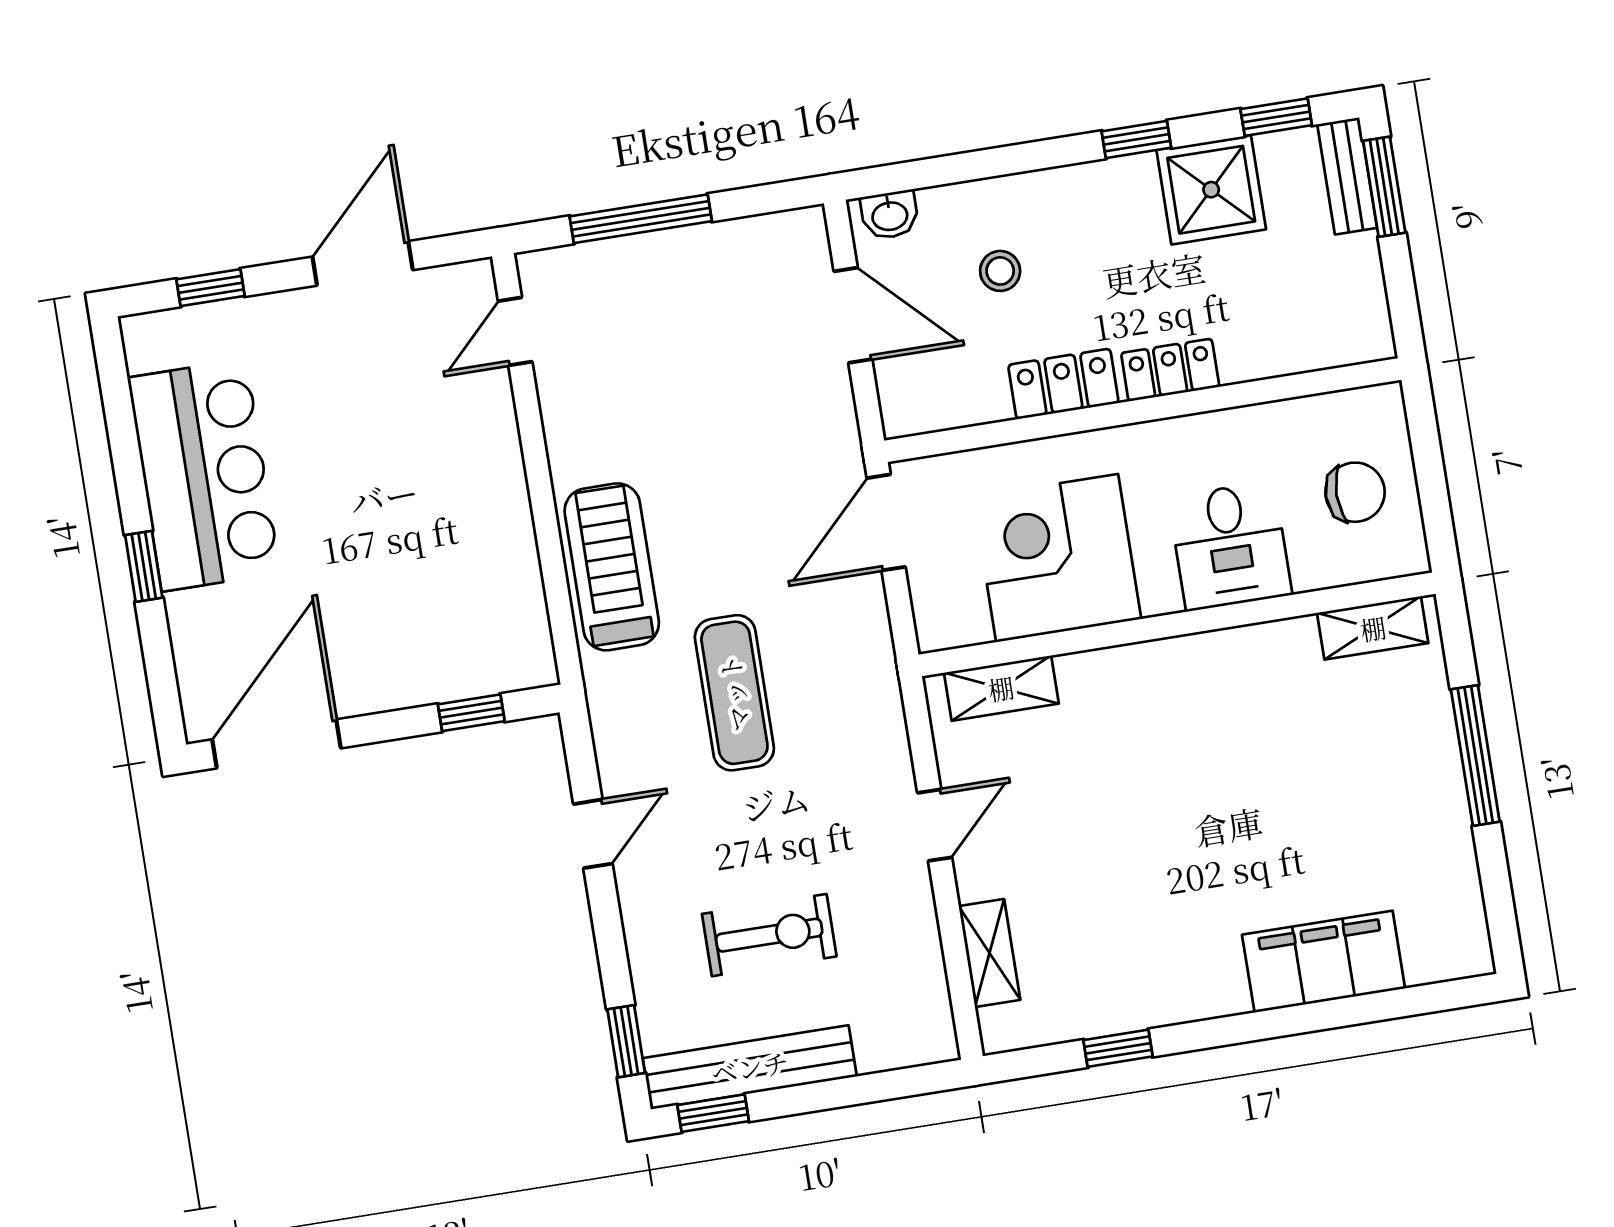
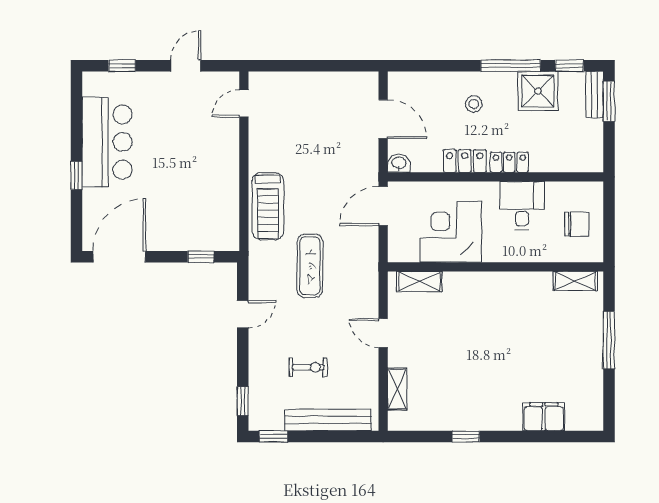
window: (1136, 139) -> (511, 66), width x2.17
washbasin: (890, 215) -> (399, 163), moved, turned 180
window: (641, 219) -> (303, 66), removed
door: (363, 263) -> (186, 66), width x0.73
stool: (1000, 271) -> (474, 104), moved
desk: (1230, 546) -> (522, 205), moved, turned 180
treadmill: (612, 567) -> (268, 206), turned 180
door: (935, 825) -> (383, 333), swing flipped
exercise bike: (769, 935) -> (308, 367), width x0.73, depth x0.72
filing cabinet: (1324, 962) -> (544, 417), width x0.67, depth x0.86
window: (1118, 1048) -> (466, 436), moved
bench: (750, 1067) -> (328, 420), moved

